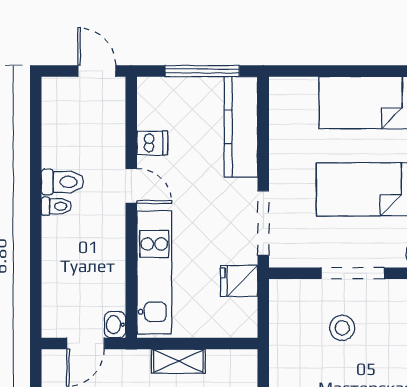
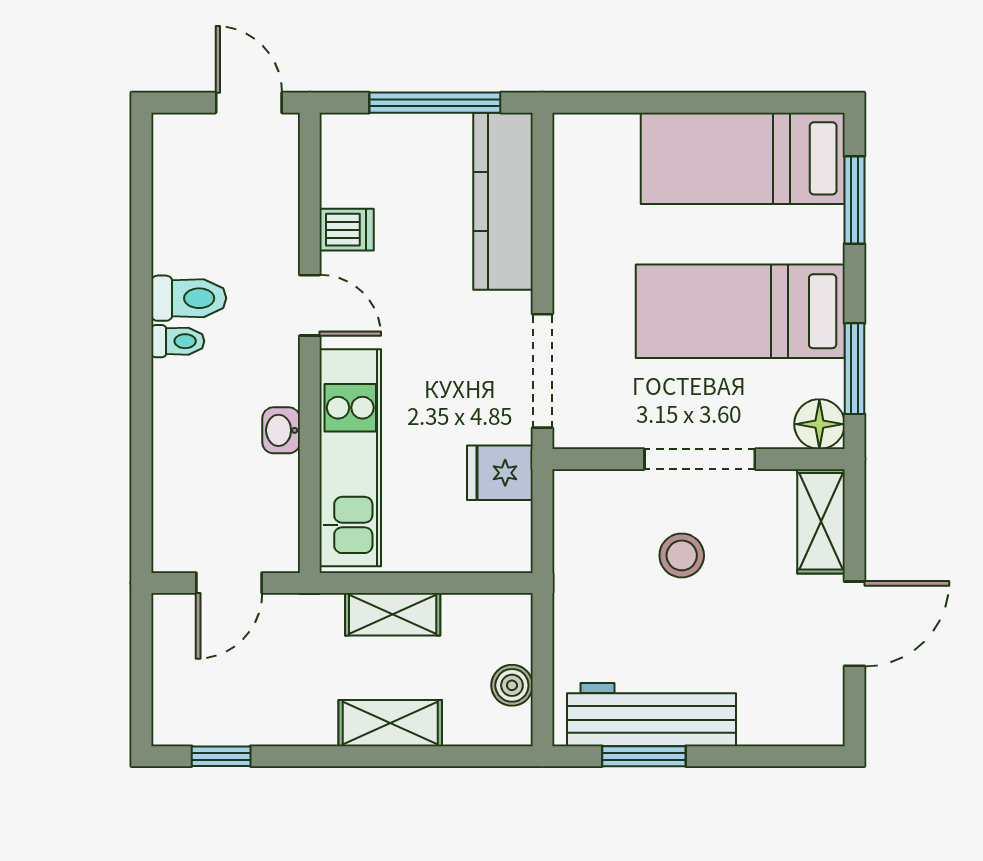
washbasin: (115, 325) -> (281, 430), moved

